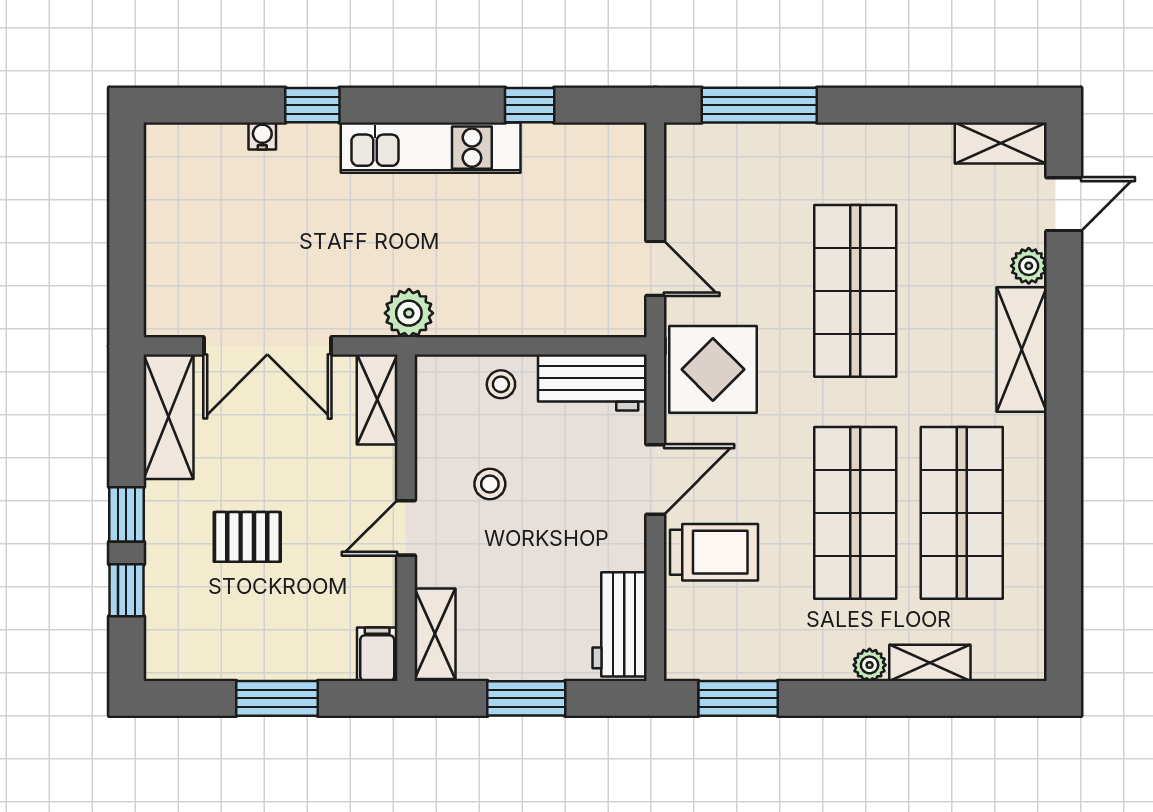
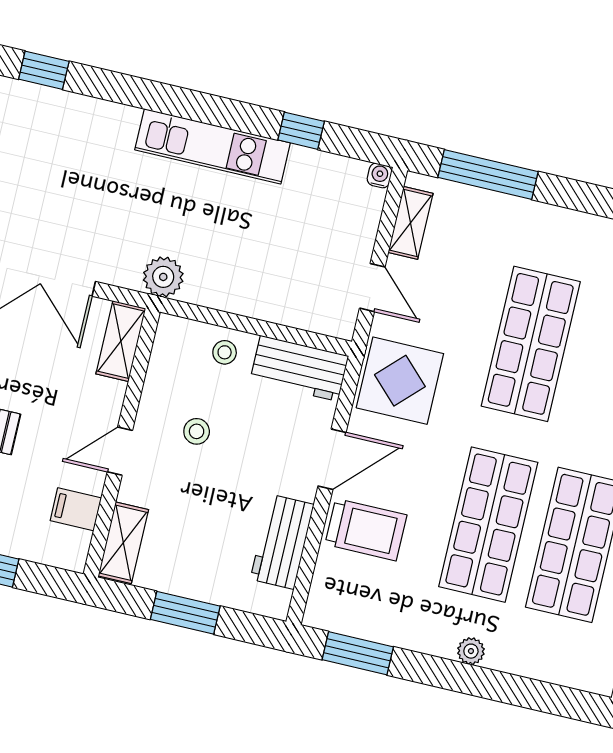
window: (312, 105) -> (44, 70), moved
water cooler: (262, 136) -> (380, 175), moved
workbench: (620, 624) -> (282, 542), moved
filing cabinet: (377, 654) -> (76, 509), moved, turned -90
shelving: (930, 663) -> (410, 223), moved, turned 90

